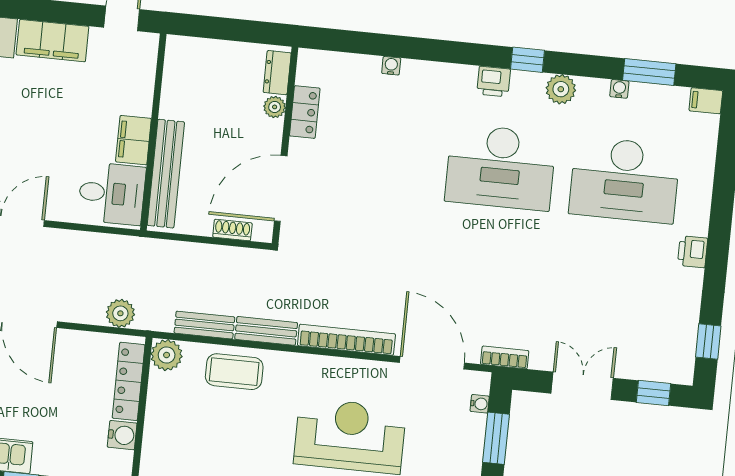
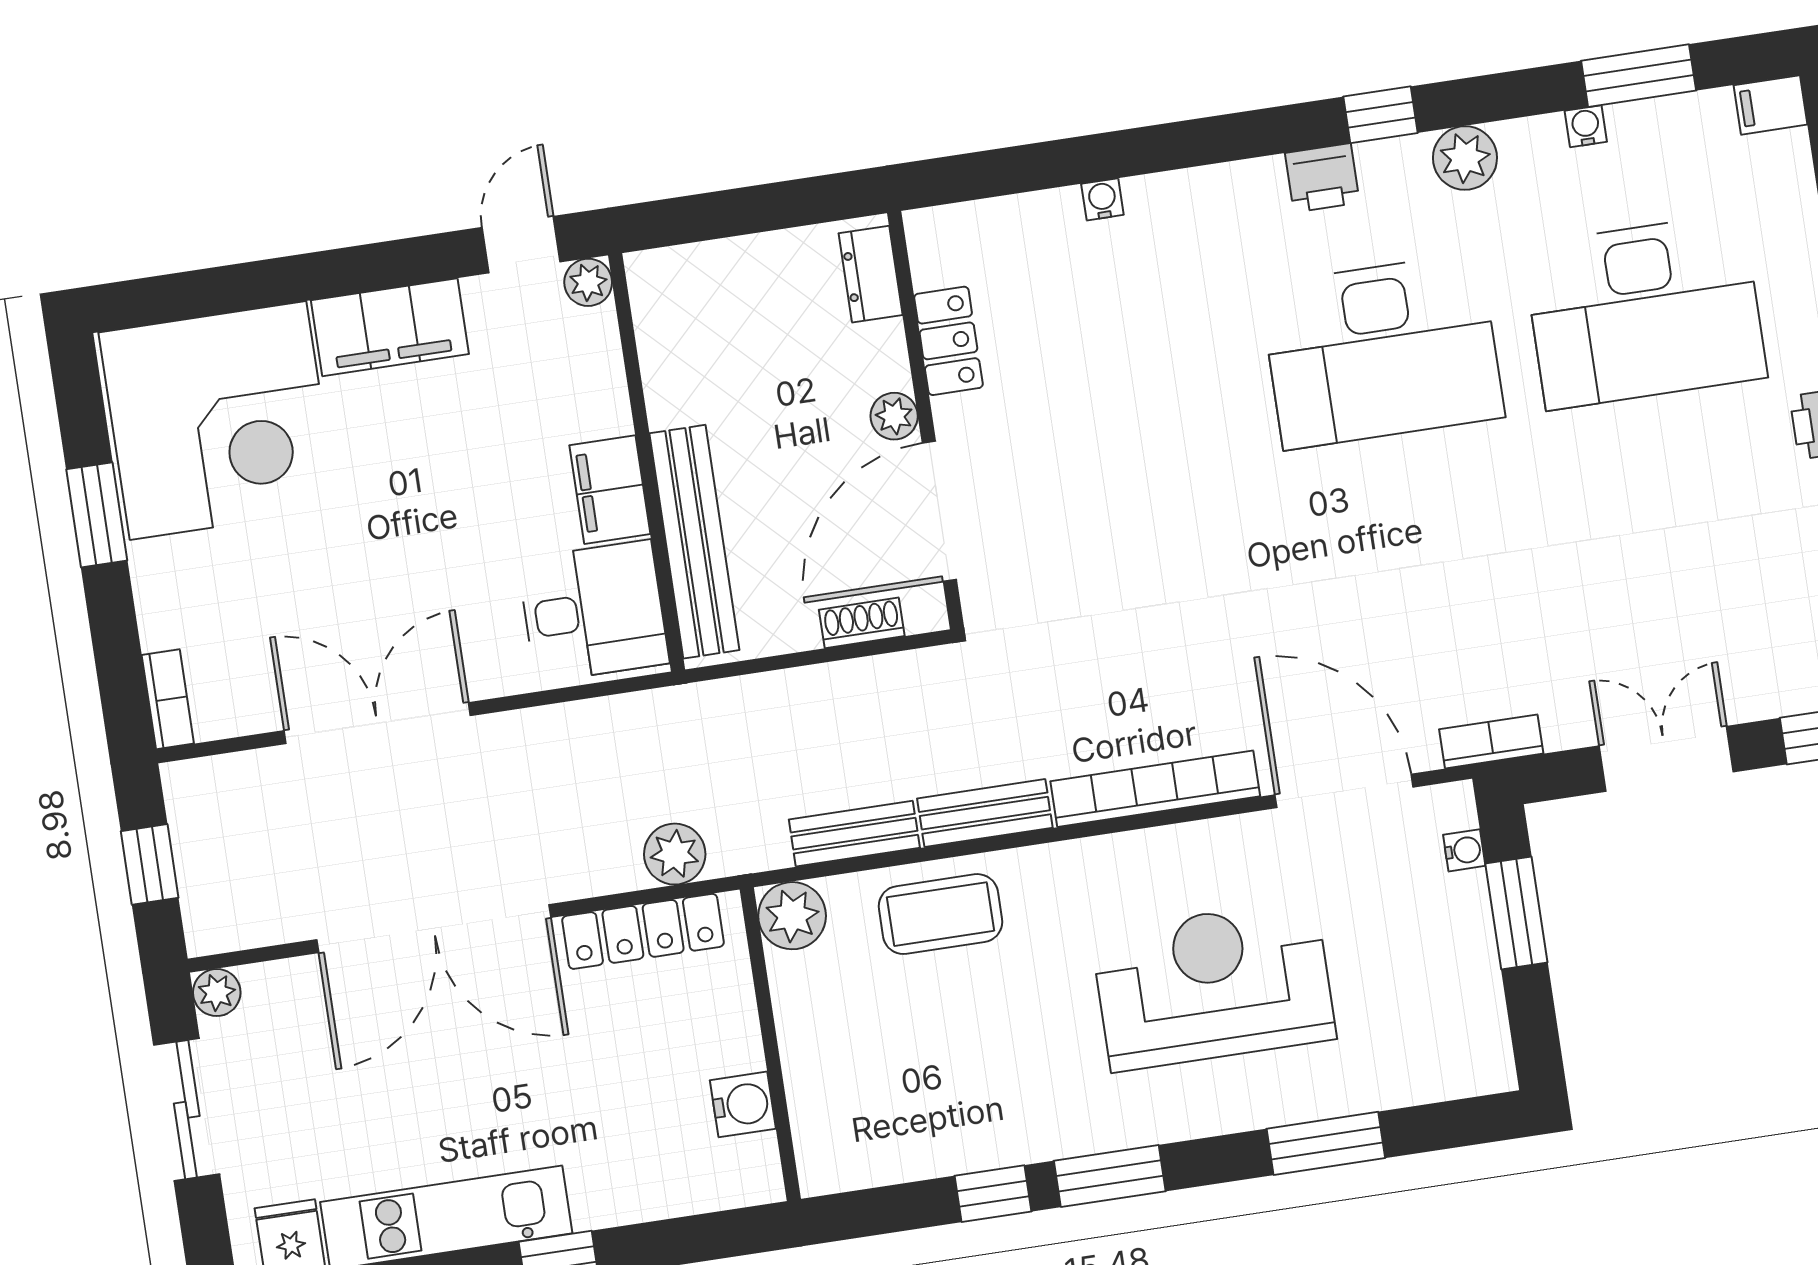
plant: (148, 43) -> (588, 282), added
plant: (275, 107) -> (894, 416), moved
locker: (129, 381) -> (643, 931), moved, turned -90

